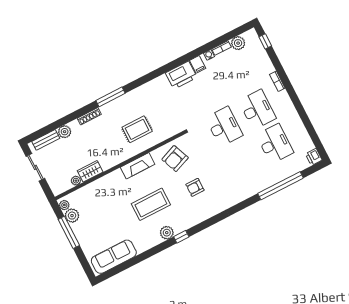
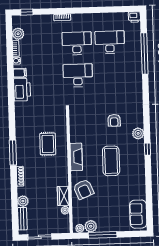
armchair: (175, 159) -> (83, 189), moved
plant: (167, 233) -> (138, 133), moved
sofa: (114, 257) -> (138, 214), width x0.73

